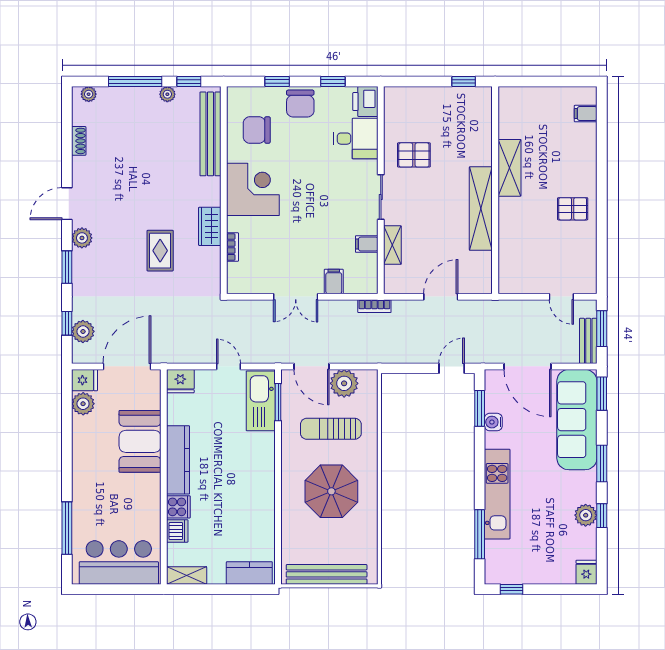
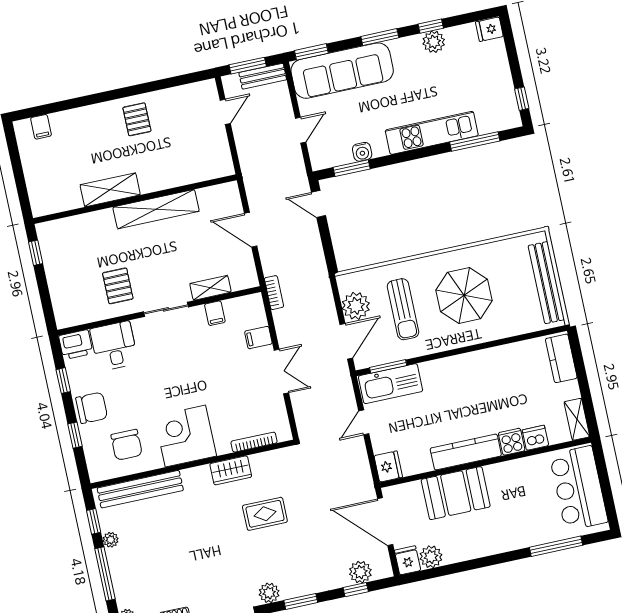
bookcase: (233, 247) -> (254, 442), width x1.56
door: (528, 366) -> (301, 130), width x0.53

